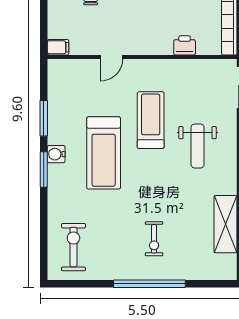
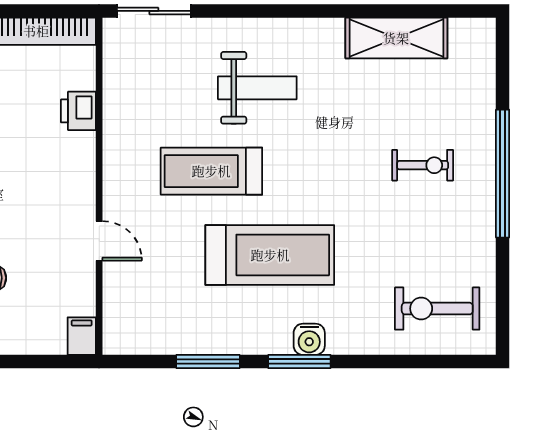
water cooler: (56, 154) -> (309, 339), moved

